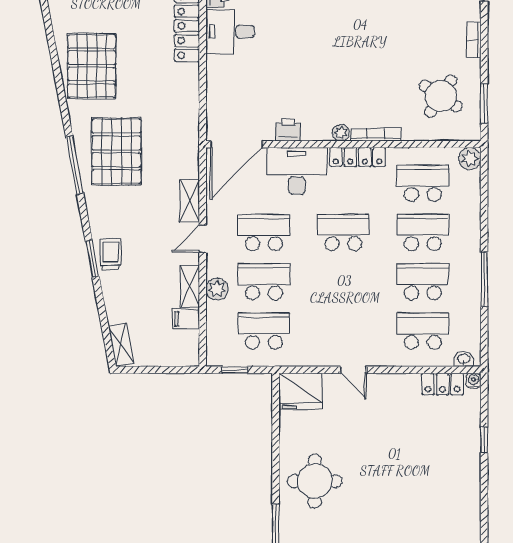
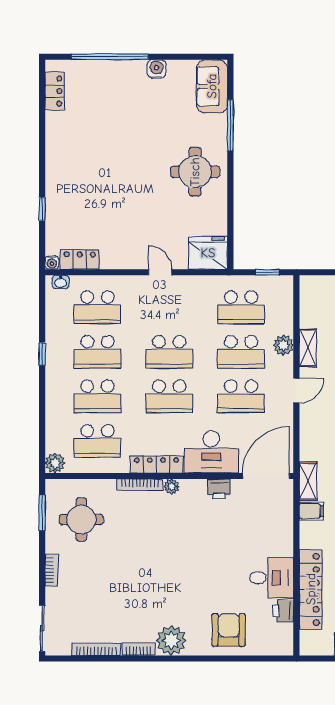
round table: (441, 96) -> (81, 519), turned -33
shelving: (190, 201) -> (308, 481), moved
window: (484, 279) -> (42, 354), width x0.46
school desk: (343, 282) -> (169, 352), added
filing cabinet: (186, 319) -> (311, 511), moved

